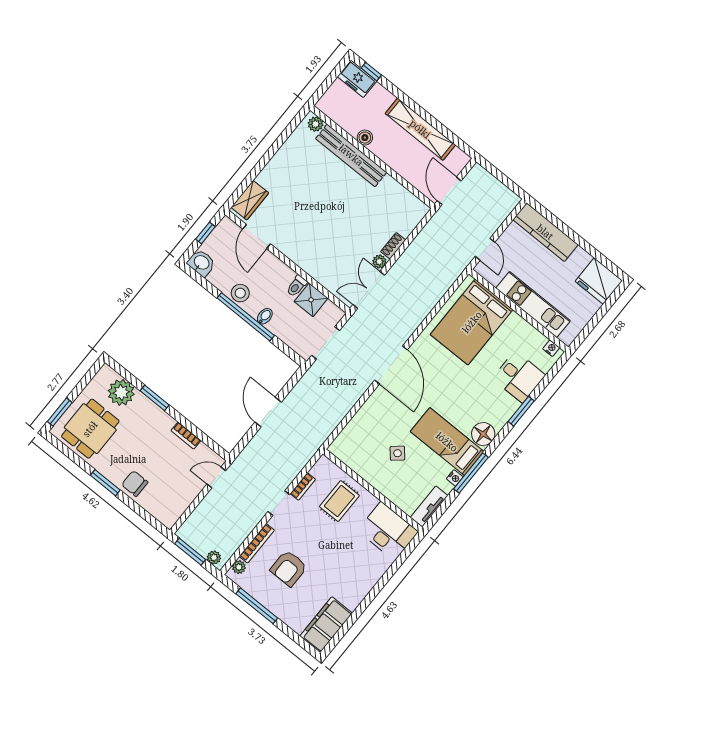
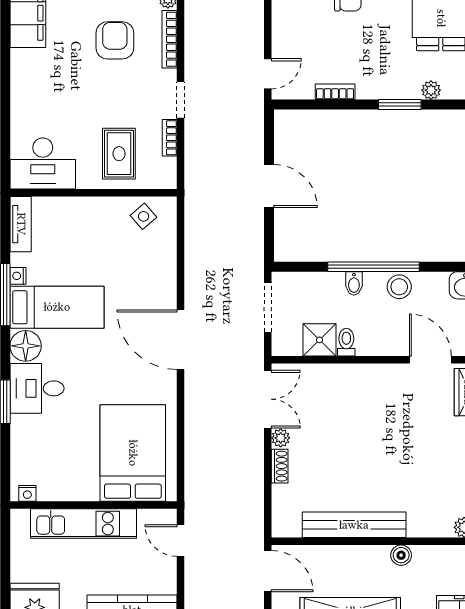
bench: (351, 155) -> (354, 525), moved
desk: (519, 377) -> (37, 388), moved
plant: (121, 392) -> (431, 90), width x0.53, depth x0.53
side table: (397, 453) -> (144, 216), moved

